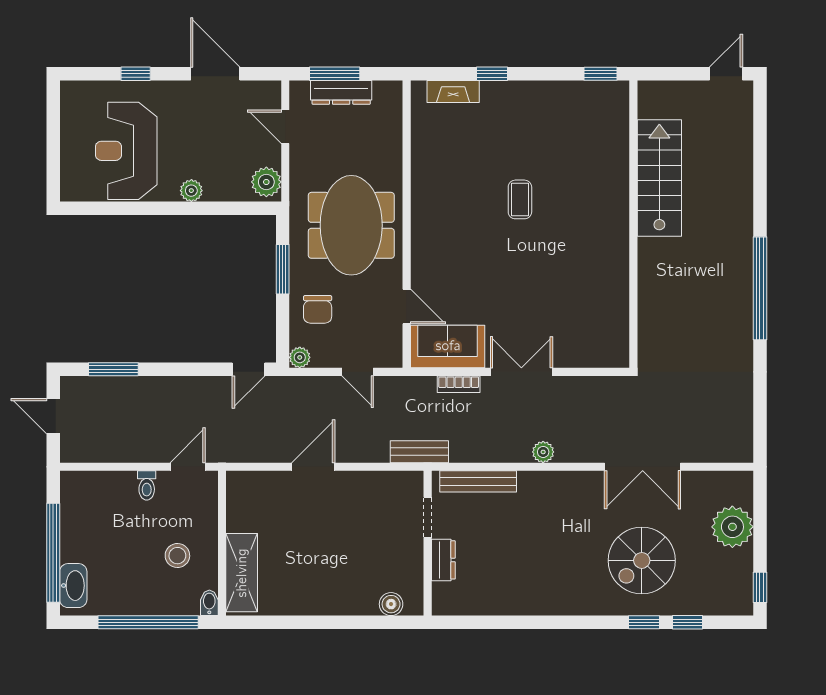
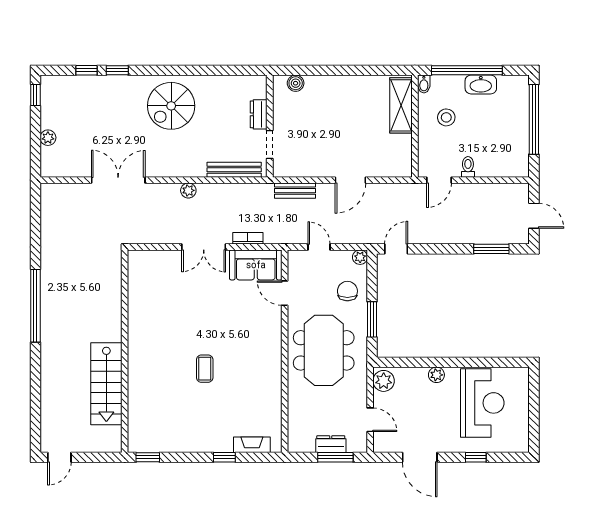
dresser: (341, 92) -> (331, 444), width x0.70
bench: (419, 452) -> (295, 191), moved
plant: (732, 527) -> (48, 138), width x0.53, depth x0.53
spiral stairs: (642, 560) -> (171, 106), moved, turned 180
washbasin: (73, 586) -> (481, 85), moved, turned -90

